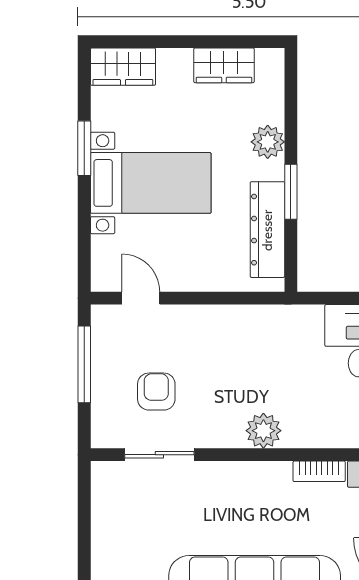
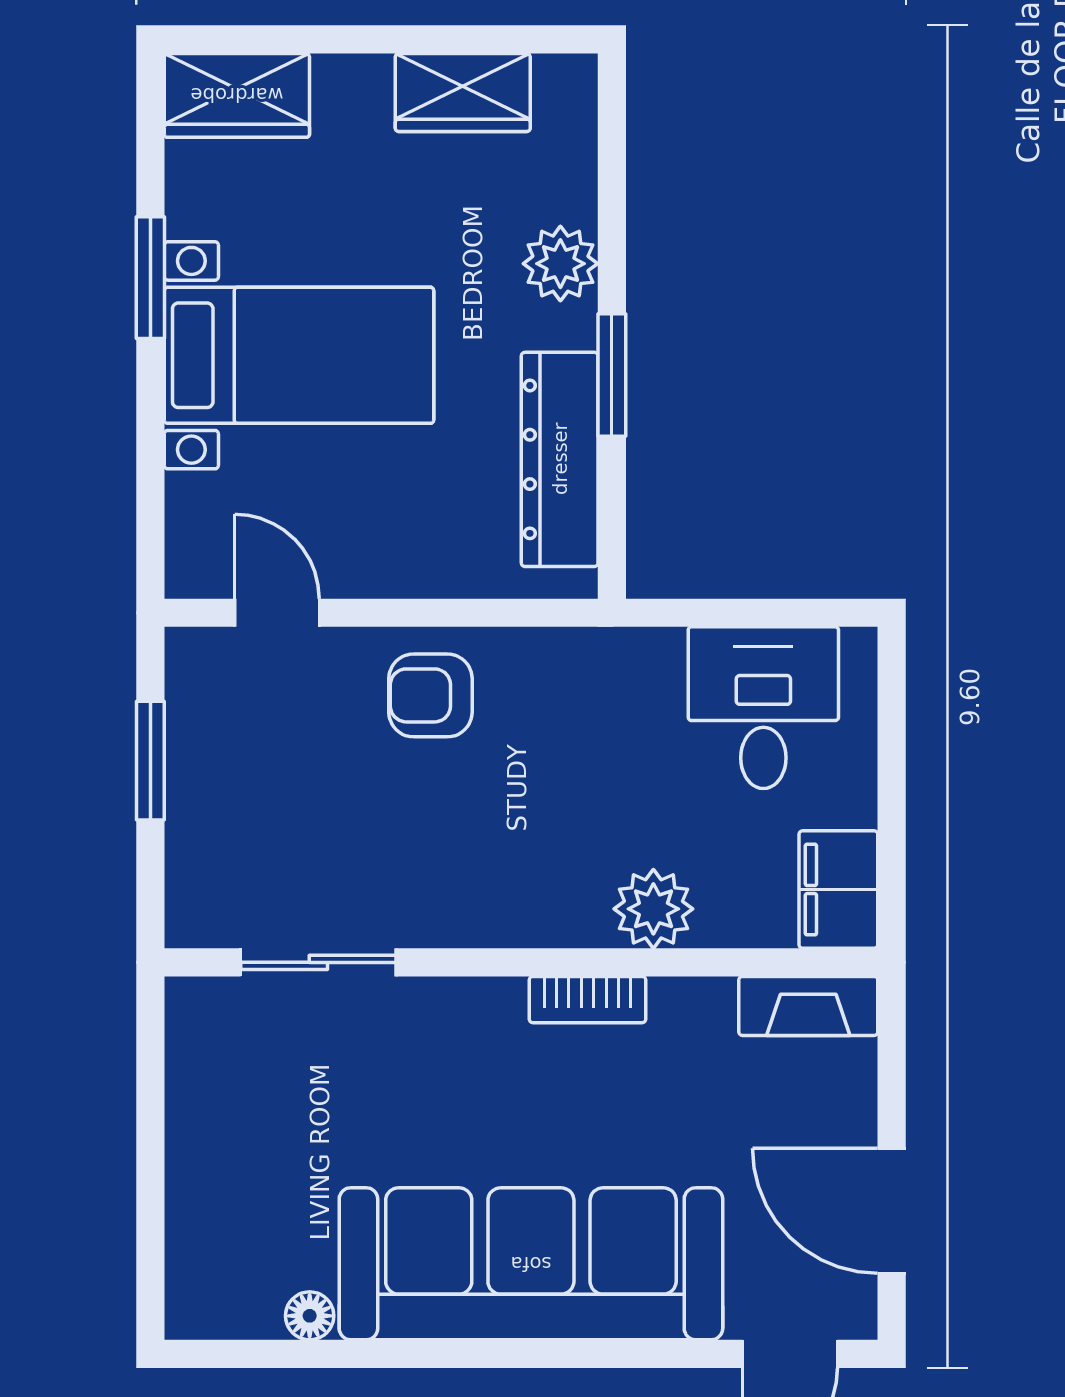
window: (84, 364) -> (150, 761), width x0.69
armchair: (156, 392) -> (430, 695), moved, turned -90
plant: (263, 431) -> (653, 909), moved
bookcase: (319, 471) -> (587, 1000), moved

